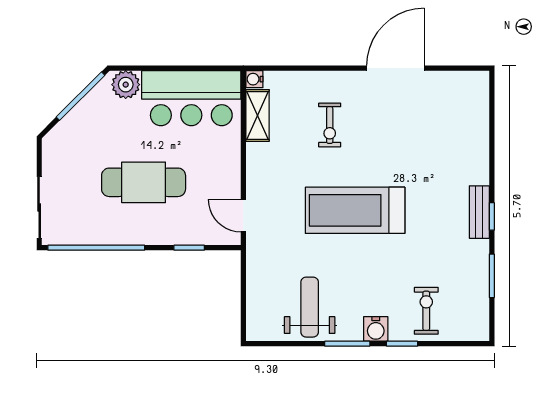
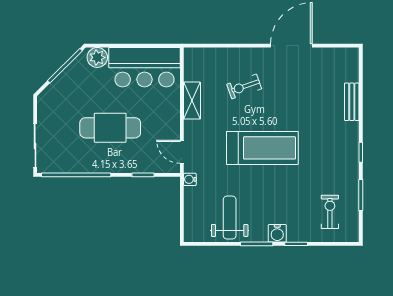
water cooler: (254, 79) -> (190, 179), moved
shelving: (257, 115) -> (192, 101), moved
exercise bike: (330, 125) -> (244, 87), turned 71
treadmill: (355, 210) -> (262, 148), turned 180
bench: (479, 212) -> (352, 102), moved
exercise bike: (426, 311) -> (330, 212), moved

